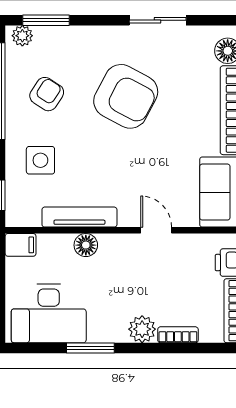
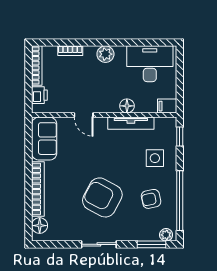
sliding door: (158, 20) -> (99, 244), moved
armchair: (47, 94) -> (151, 199), turned 45
plant: (142, 329) -> (105, 54), moved
window: (90, 348) -> (124, 43), removed

